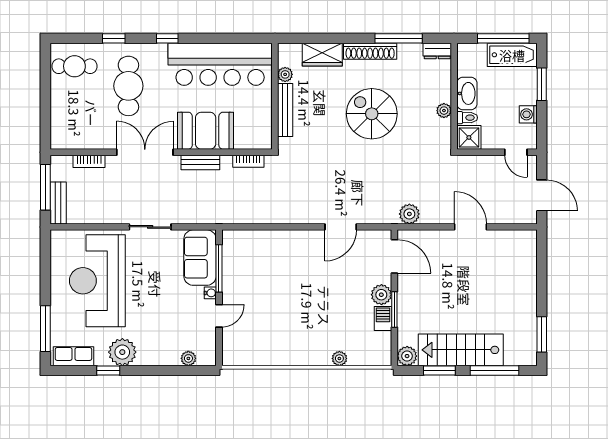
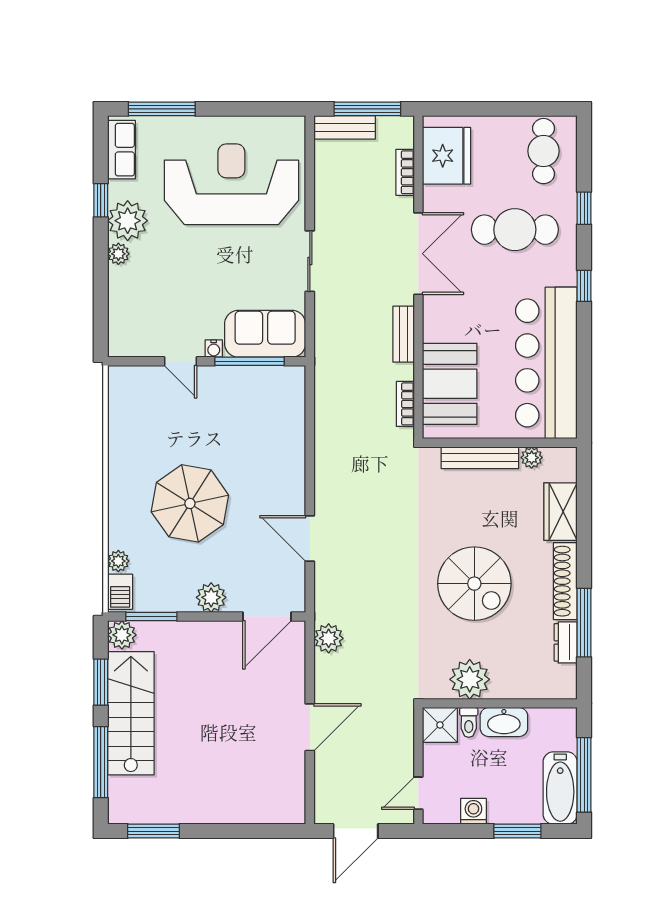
dresser: (437, 51) -> (566, 642), moved
plant: (444, 111) -> (470, 679), width x1.88, depth x1.88
spiral stairs: (372, 114) -> (474, 584), turned 90
booth: (206, 131) -> (450, 384), moved
fridge: (78, 133) -> (447, 156), added
parasol: (317, 309) -> (190, 503), added
window: (394, 309) -> (151, 617), moved
barbecue: (383, 319) -> (120, 592), moved, turned 90
plant: (188, 358) -> (118, 254), moved
plant: (339, 358) -> (118, 561), moved

